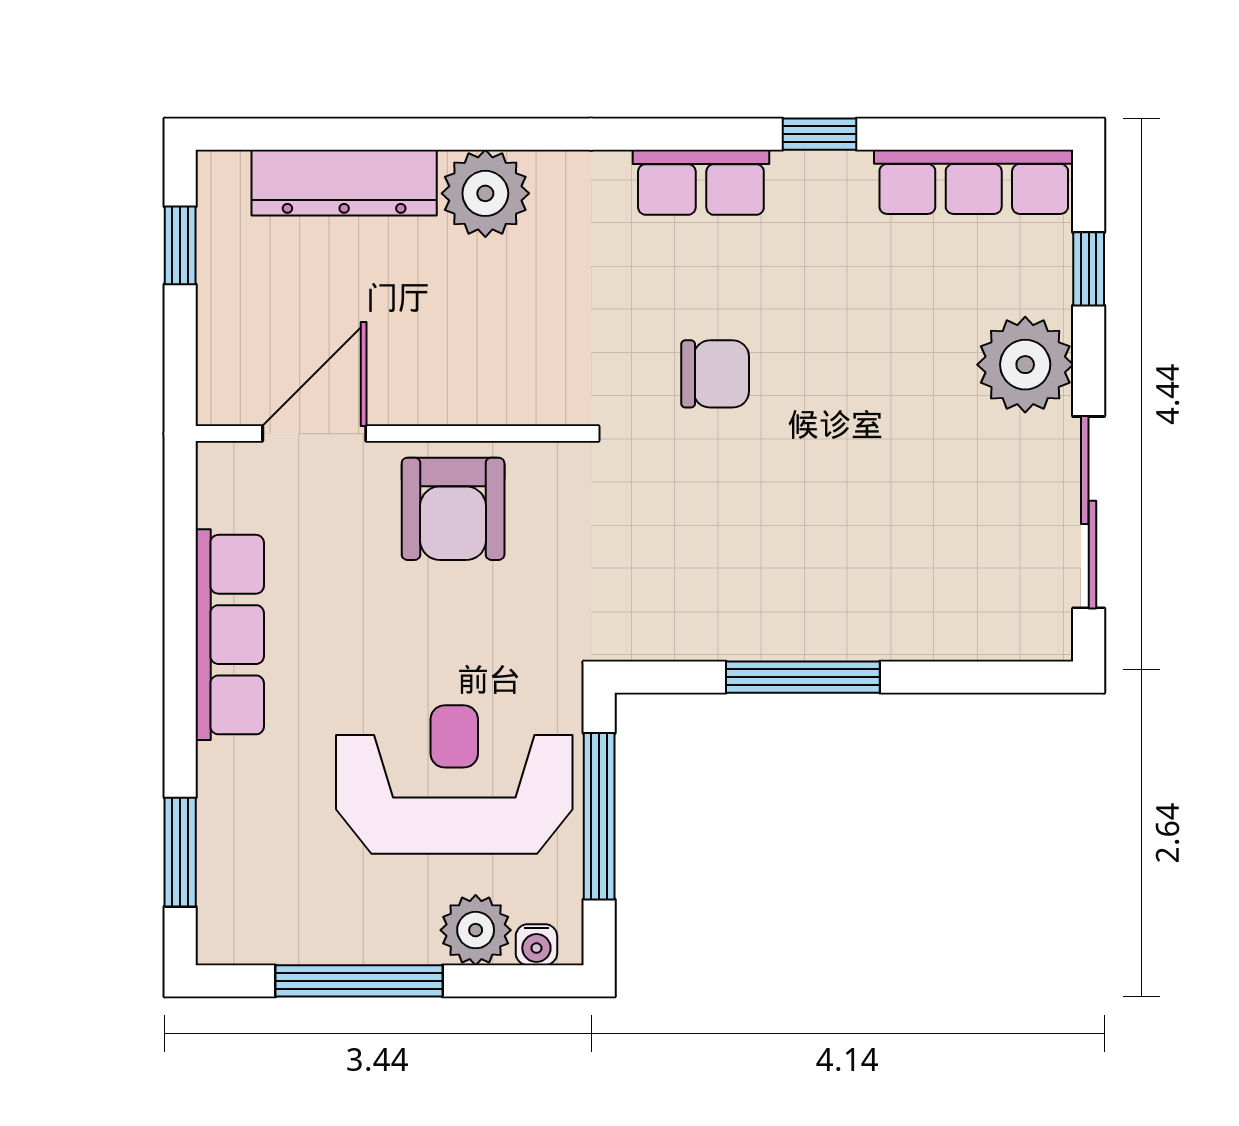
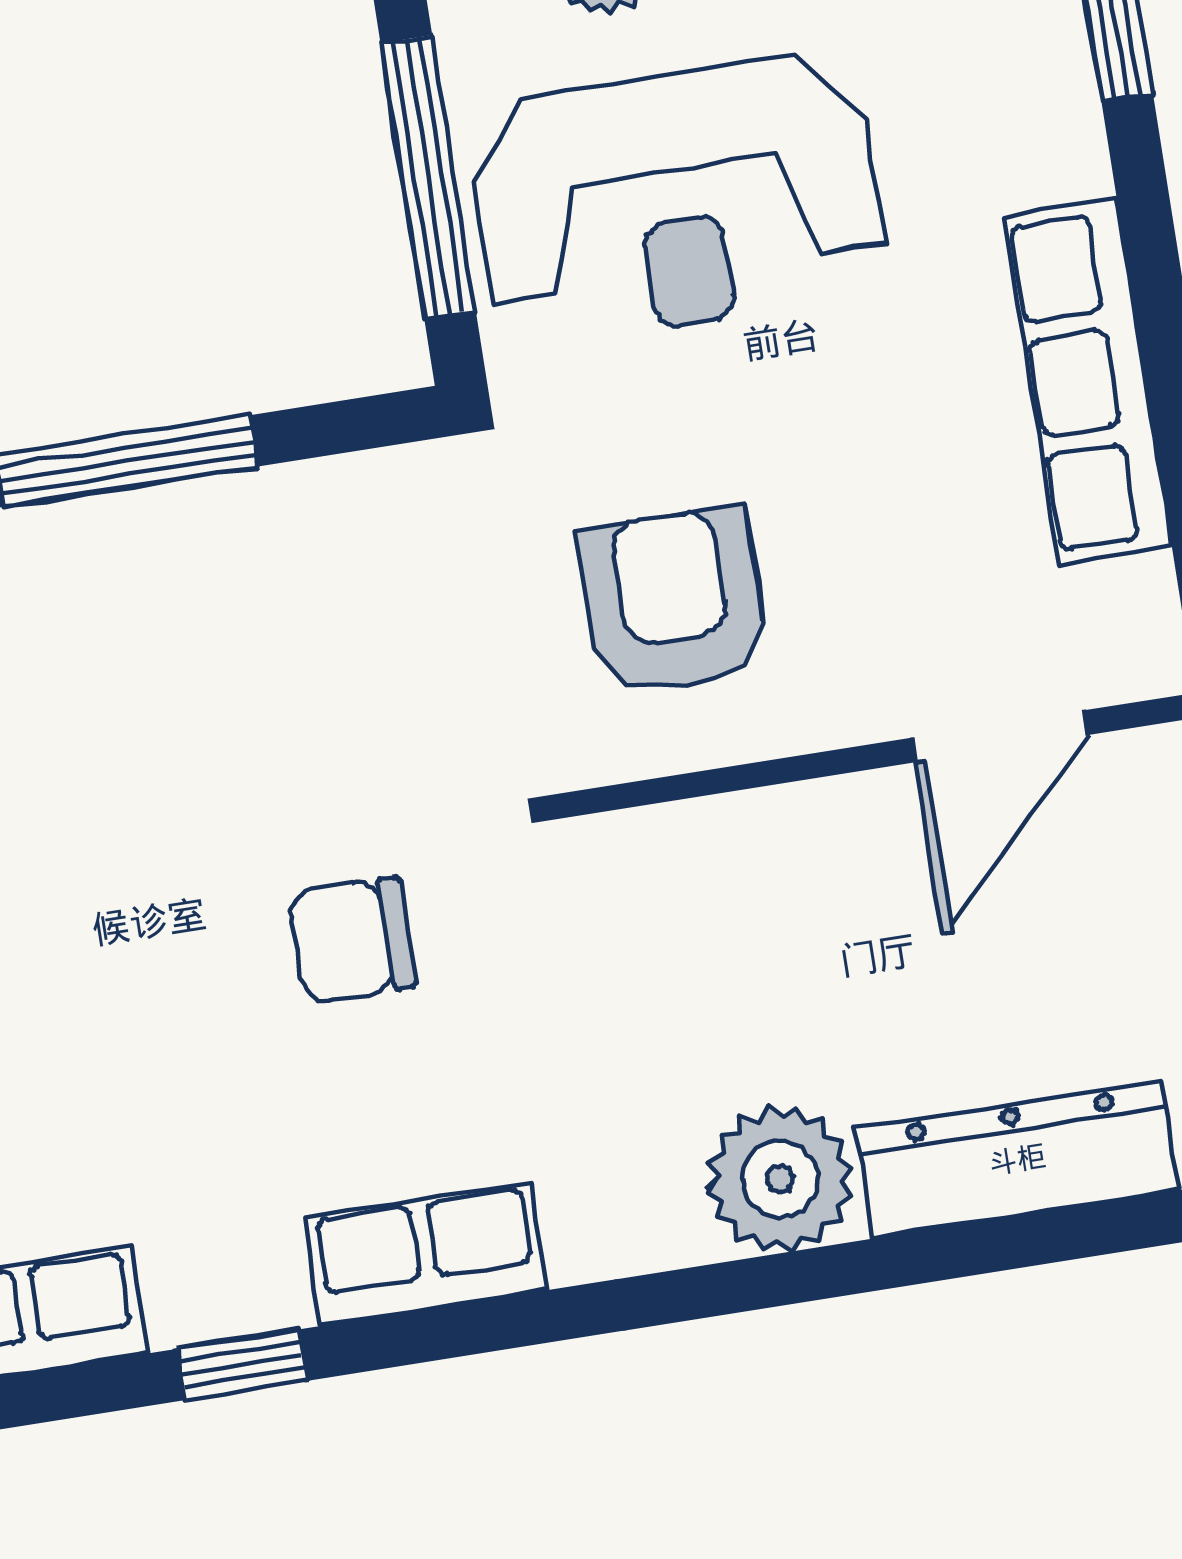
armchair: (453, 509) -> (673, 602), moved

